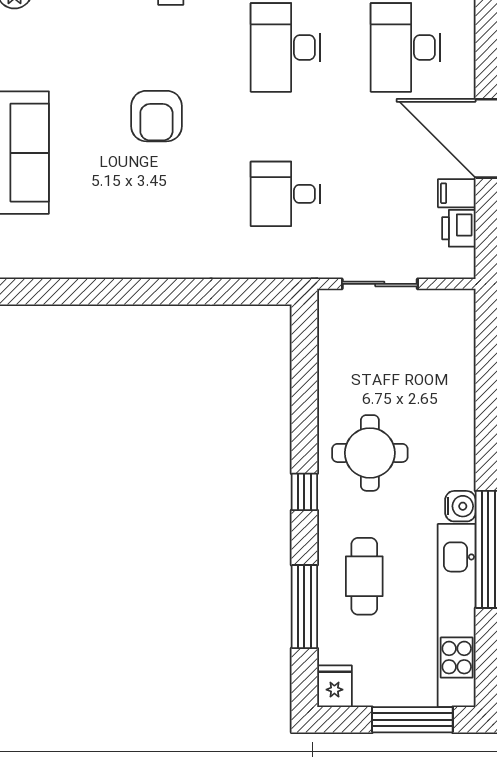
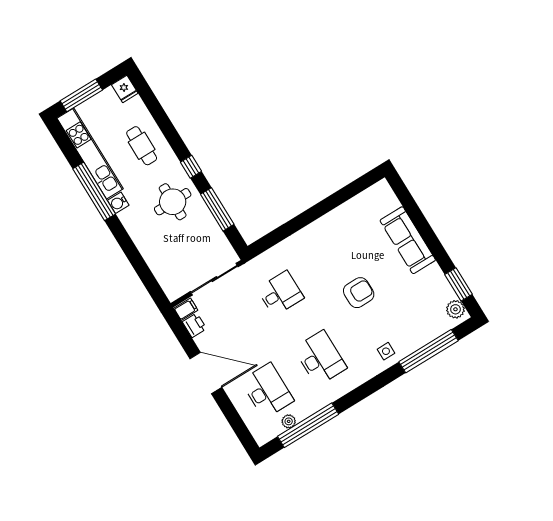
armchair: (156, 116) -> (359, 293), turned 90
filing cabinet: (457, 193) -> (186, 309), moved
sliding door: (380, 284) -> (214, 279), width x1.37
window: (304, 607) -> (217, 209), moved

